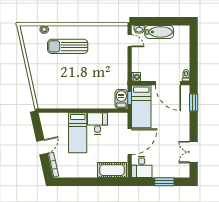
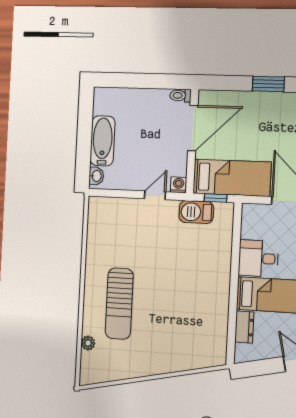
door: (130, 41) -> (155, 195), moved
barbecue: (121, 99) -> (196, 212), moved
window: (194, 103) -> (268, 84), moved
dresser: (59, 118) -> (244, 327), added

